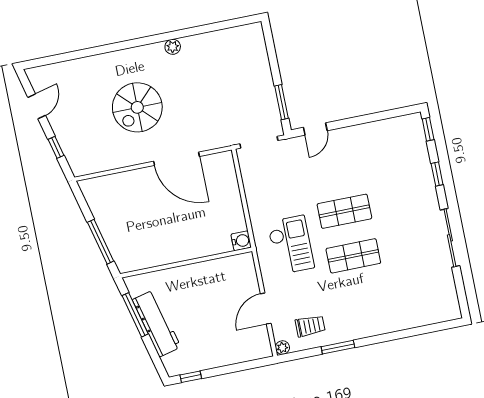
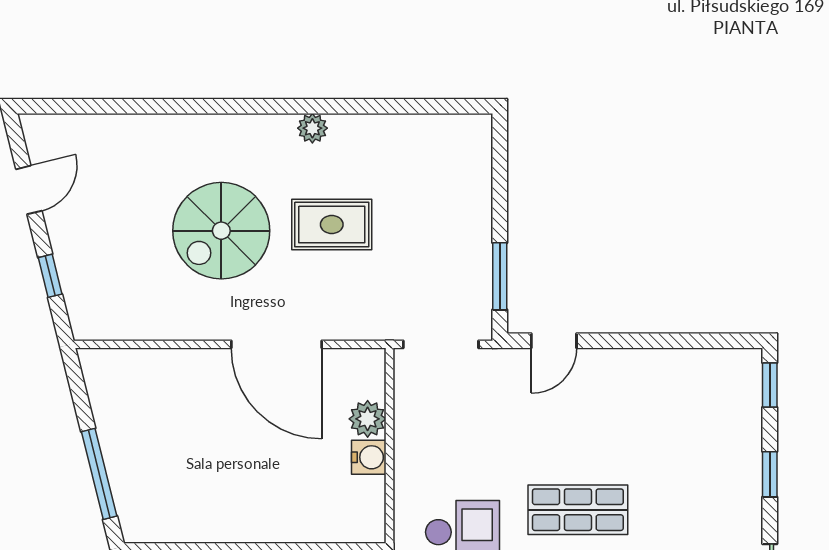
rug: (192, 93) -> (332, 225), added
plant: (230, 187) -> (368, 419), added
water cooler: (241, 241) -> (369, 457), moved

